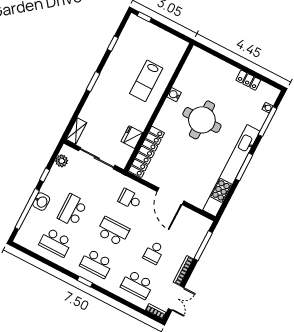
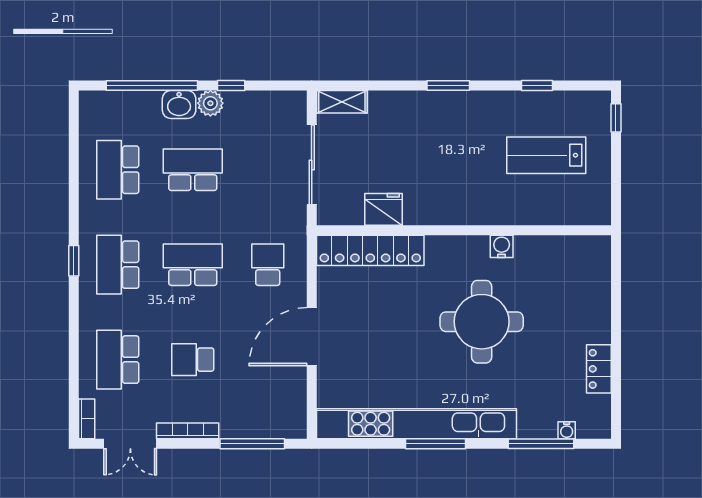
lab bench: (146, 81) -> (546, 155), moved
plant: (62, 161) -> (210, 103), moved
school desk: (113, 231) -> (193, 265), turned -90

